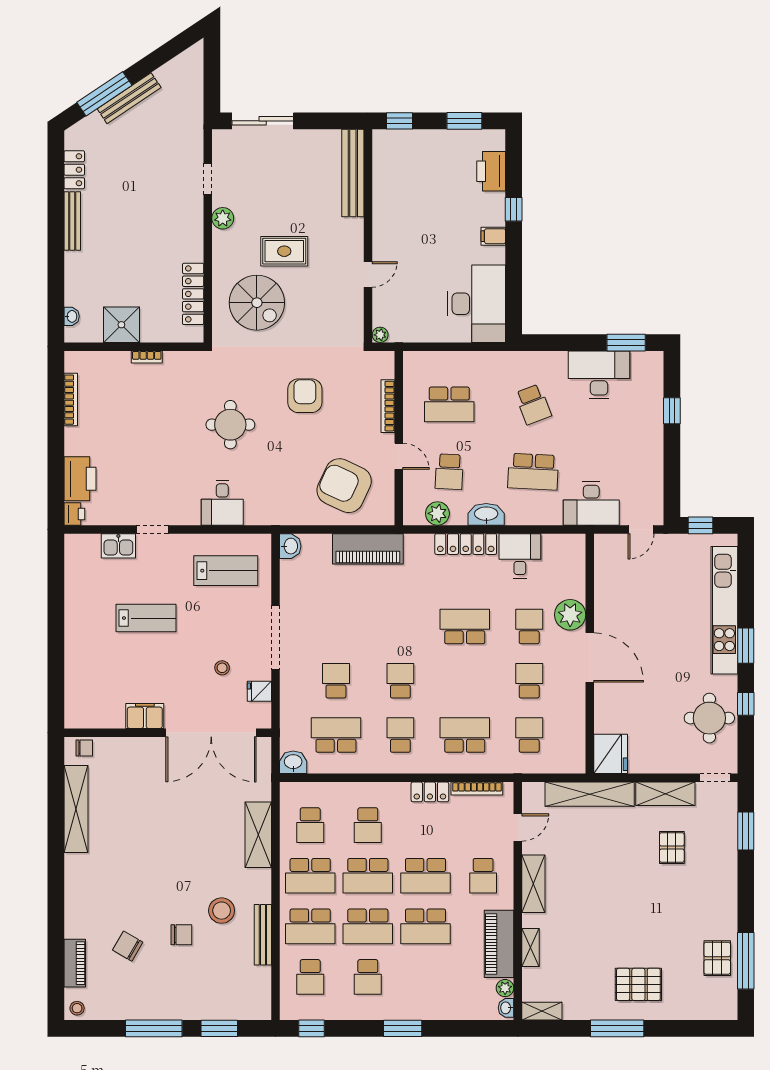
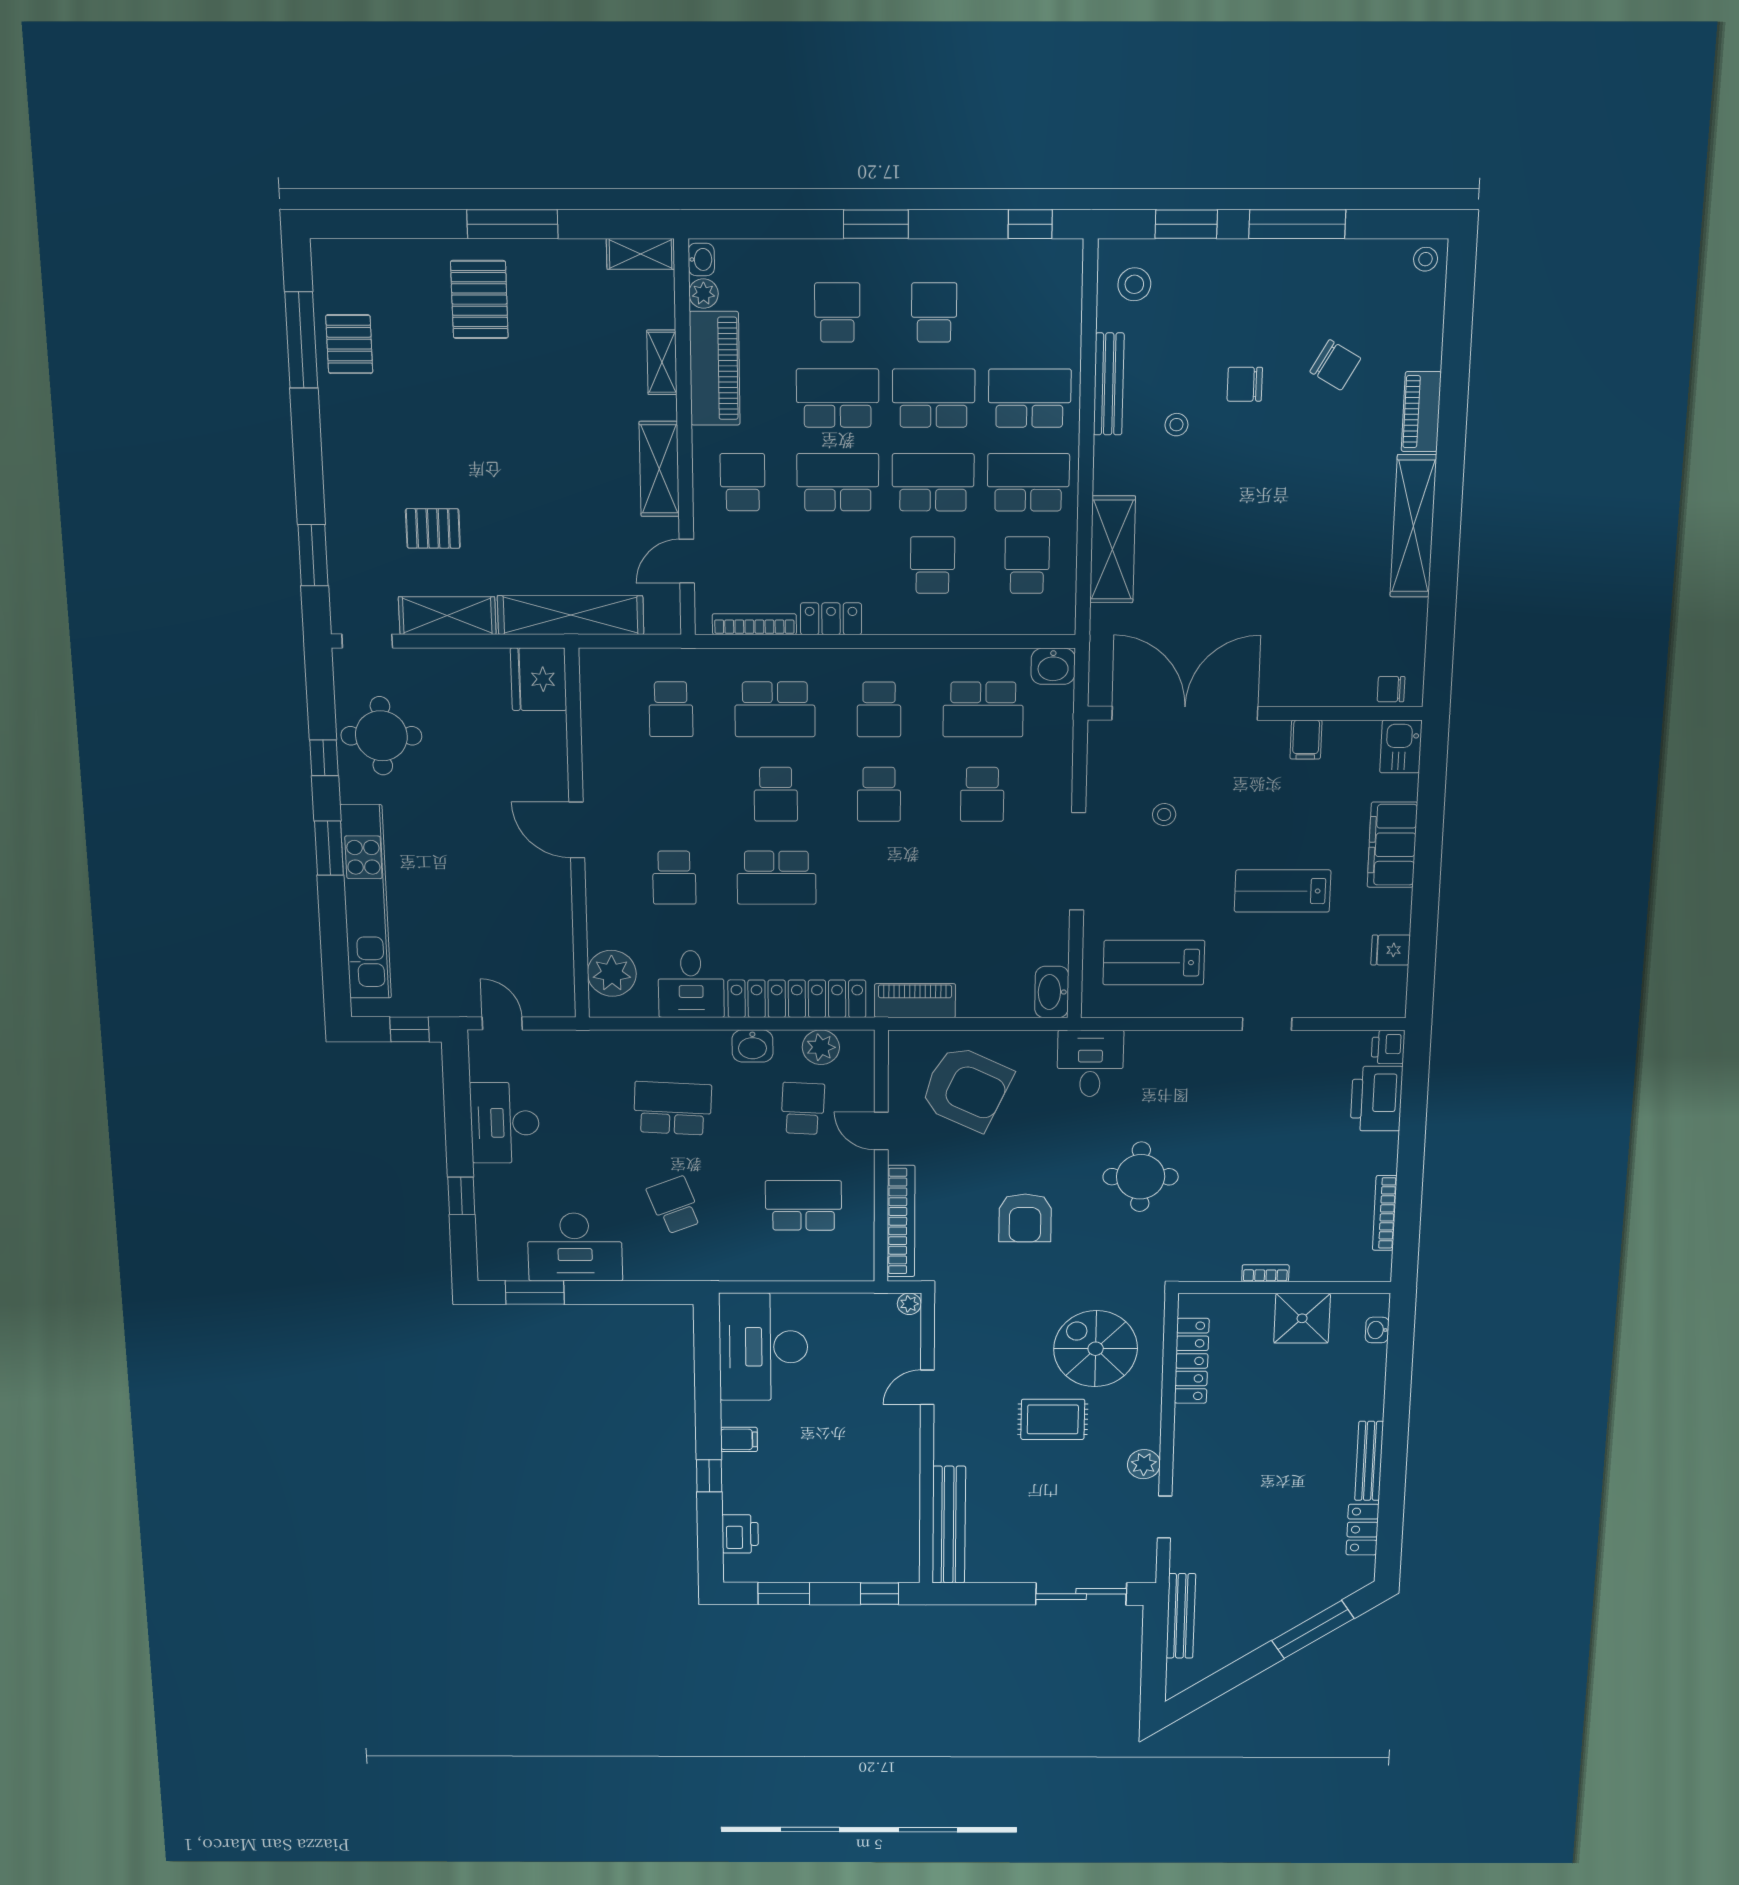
bench: (129, 98) -> (1181, 1616), moved, turned -56
printer: (491, 171) -> (740, 1534), width x0.73, depth x0.84
bookcase: (388, 406) -> (901, 1221), width x1.48, depth x1.31
desk: (222, 503) -> (1090, 1063), moved
desk: (591, 503) -> (505, 1123), moved, turned -90
washbasin: (486, 514) -> (753, 1046), width x0.72
door: (641, 529) -> (502, 1023), hinge flipped
locker: (466, 544) -> (797, 999), width x1.41, depth x1.21
kitchen sink: (118, 546) -> (1401, 747), moved, turned -90
washbasin: (290, 546) -> (1052, 992), width x1.38
piano: (368, 549) -> (915, 1001), width x0.73, depth x0.75
plant: (570, 615) -> (612, 973), moved
filing cabinet: (78, 648) -> (1392, 845), added
door: (590, 657) -> (577, 830), width x0.73
school desk: (529, 681) -> (776, 794), moved
fridge: (259, 691) -> (1391, 950), moved, turned 180
filing cabinet: (145, 716) -> (1306, 740), width x0.50
shelving: (76, 809) -> (1413, 526), moved
pallet: (672, 848) -> (433, 528), turned 90
stool: (222, 911) -> (1176, 425), width x0.53, depth x0.53
piano: (75, 963) -> (1421, 412), moved
school desk: (310, 977) -> (837, 313), moved
pallet: (638, 984) -> (479, 300), turned 90
stool: (249, 993) -> (1134, 284), added

